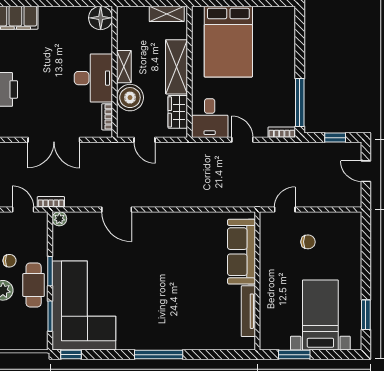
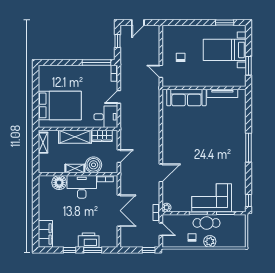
floor lamp: (101, 18) -> (59, 183), moved
door: (23, 209) -> (161, 229), swing flipped
corner sofa: (84, 305) -> (212, 198), width x0.73, depth x0.74

